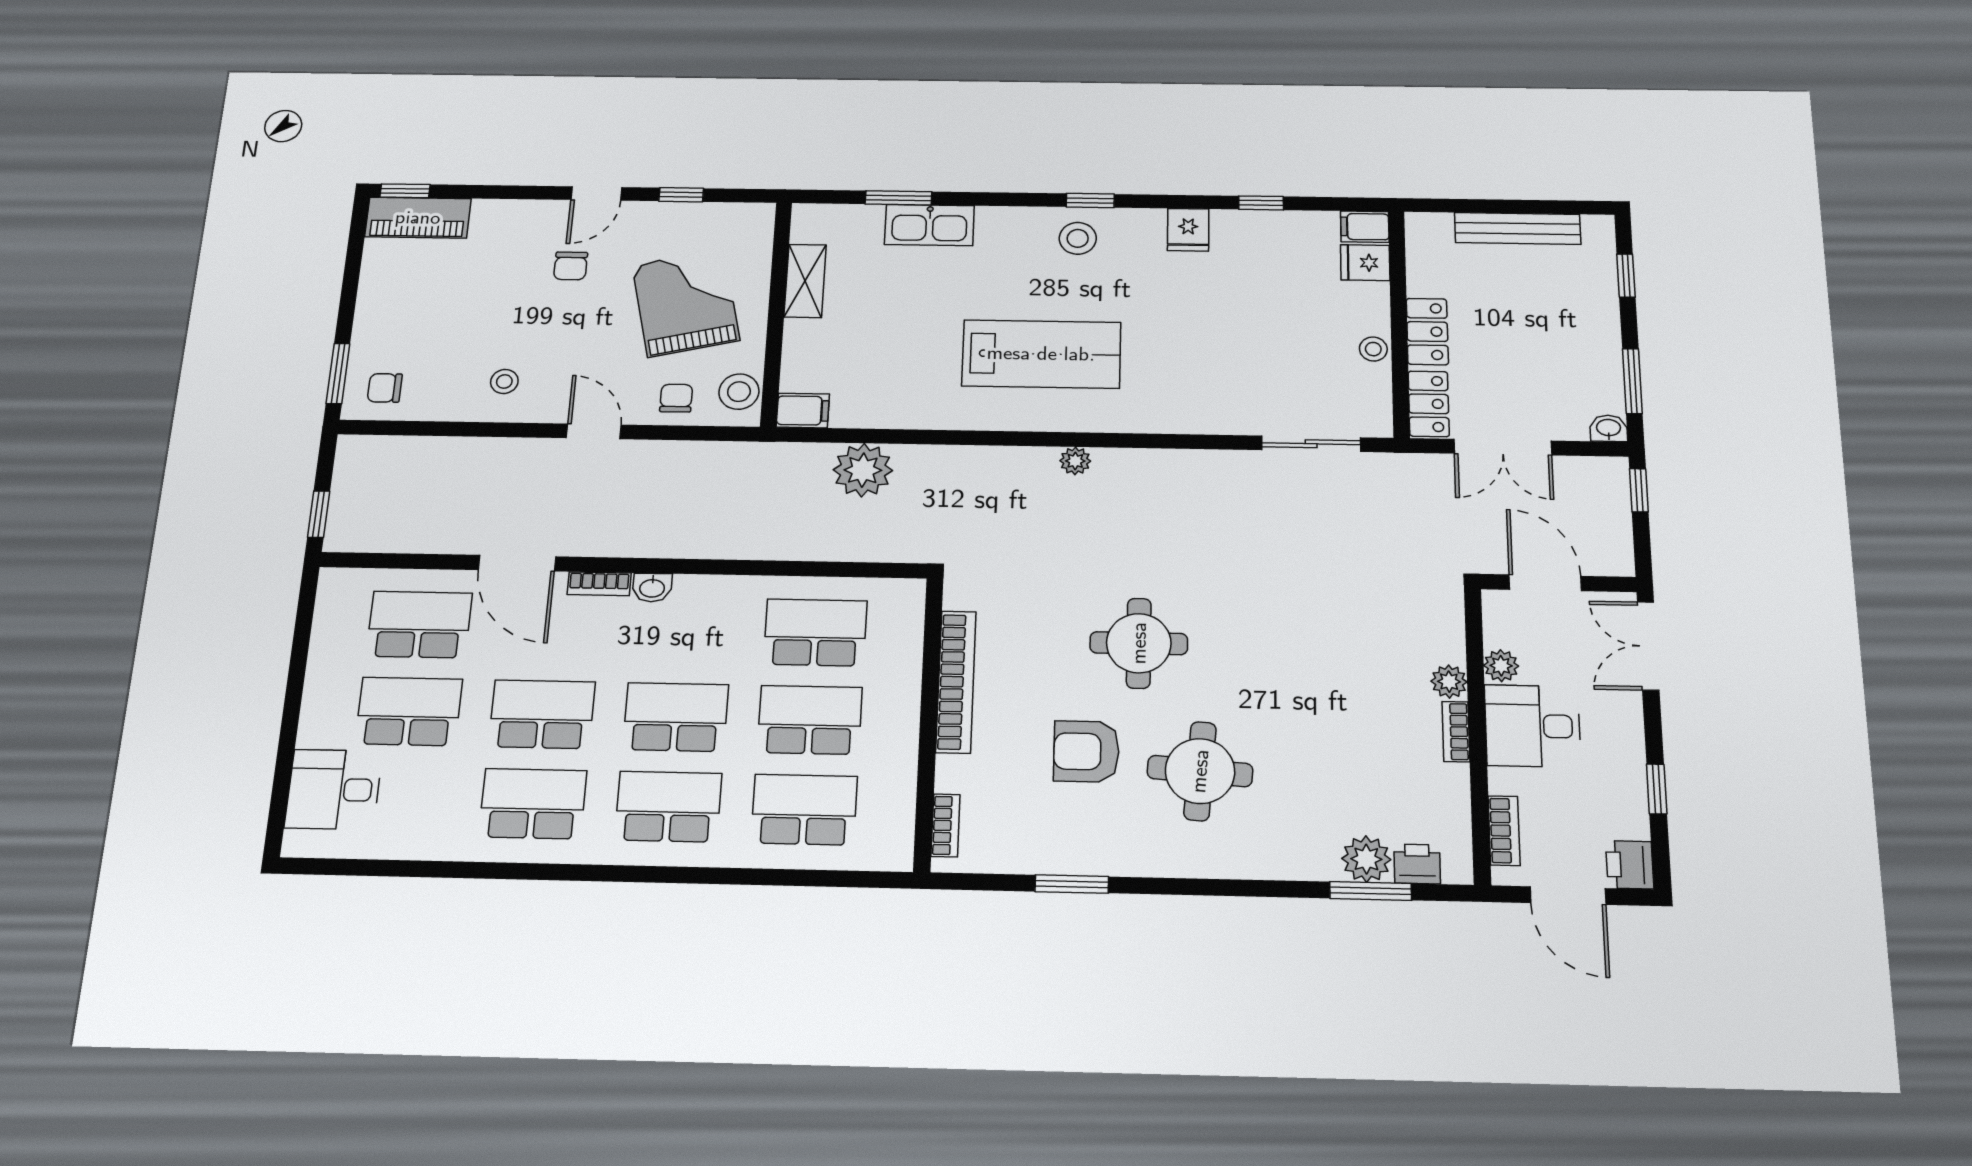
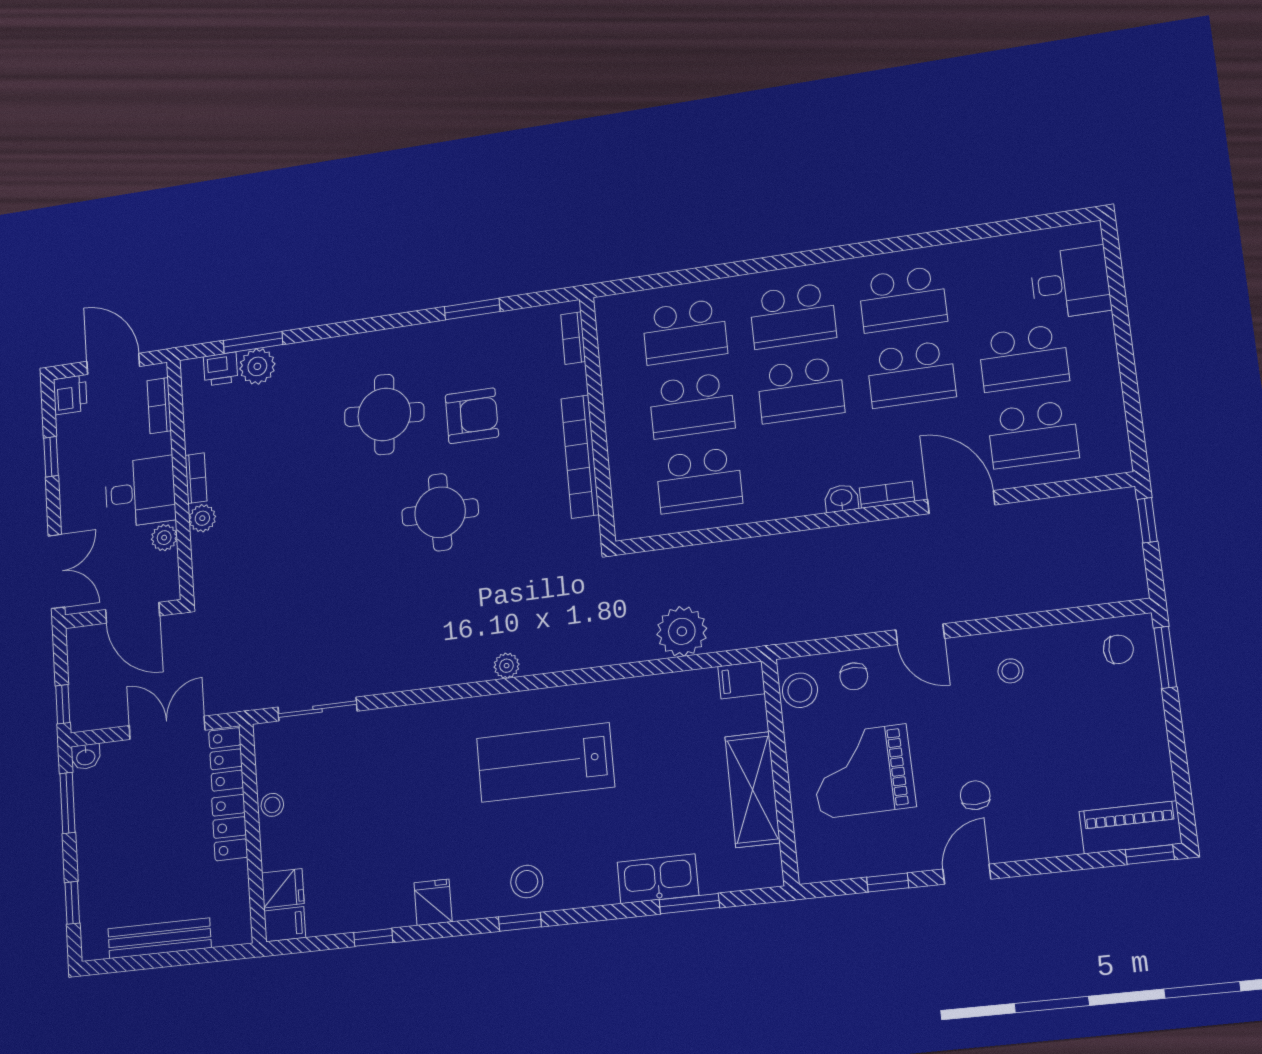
shelving: (805, 281) -> (752, 790), width x1.50, depth x1.33
grand piano: (686, 303) -> (863, 771), turned 102

